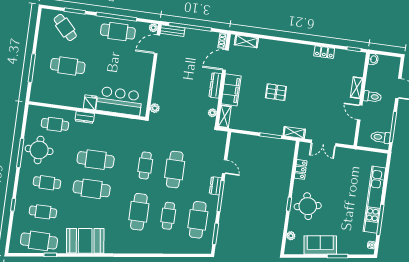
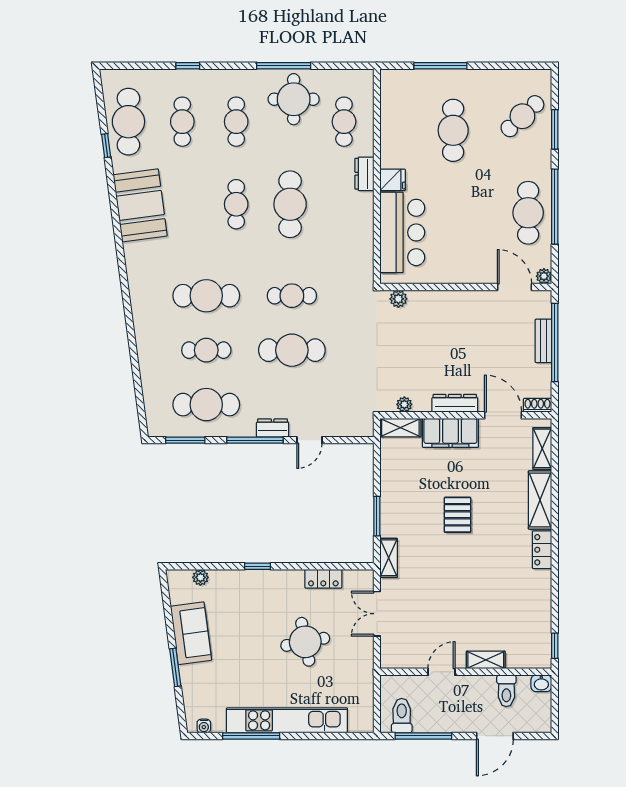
bench: (173, 31) -> (543, 341), moved
shelving: (274, 46) -> (540, 500), added
locker: (324, 52) -> (542, 550), moved
toilet: (372, 97) -> (506, 691), moved
cafe table: (92, 189) -> (236, 204), width x0.73, depth x0.74
round table: (308, 206) -> (305, 642), moved

